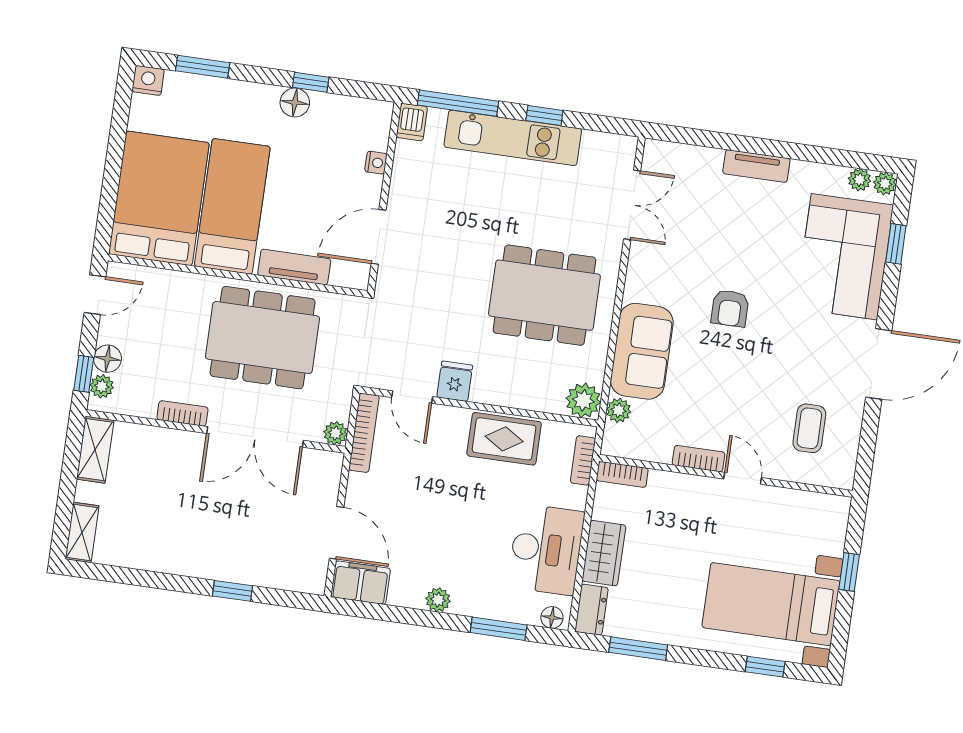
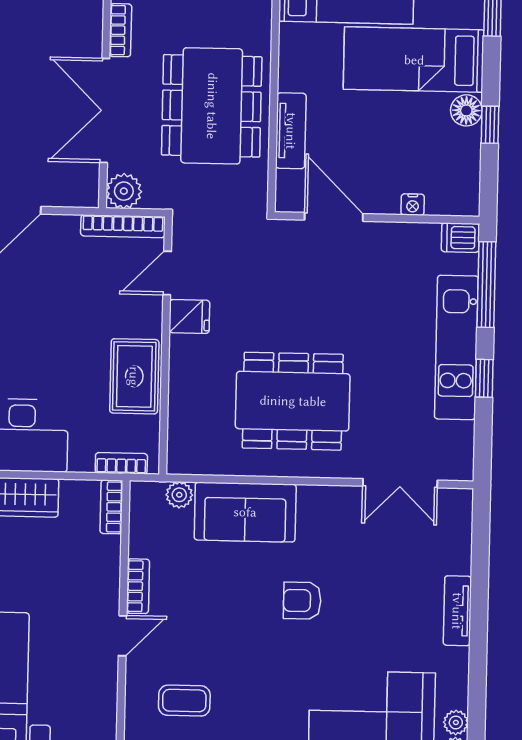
bed: (232, 206) -> (414, 60), moved, turned 180
dining table: (544, 295) -> (293, 401), turned 90
plant: (583, 400) -> (185, 456), removed
plant: (335, 433) -> (124, 191), width x1.38, depth x1.38

